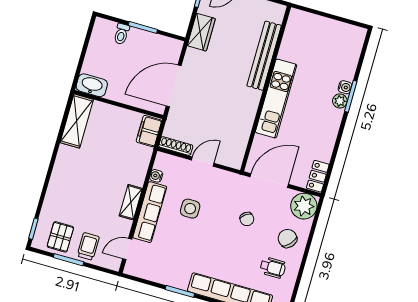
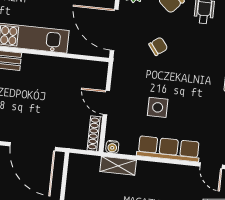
filing cabinet: (149, 131) -> (84, 164), removed
water cooler: (156, 176) -> (112, 147), moved
shelving: (131, 202) -> (118, 166), moved

